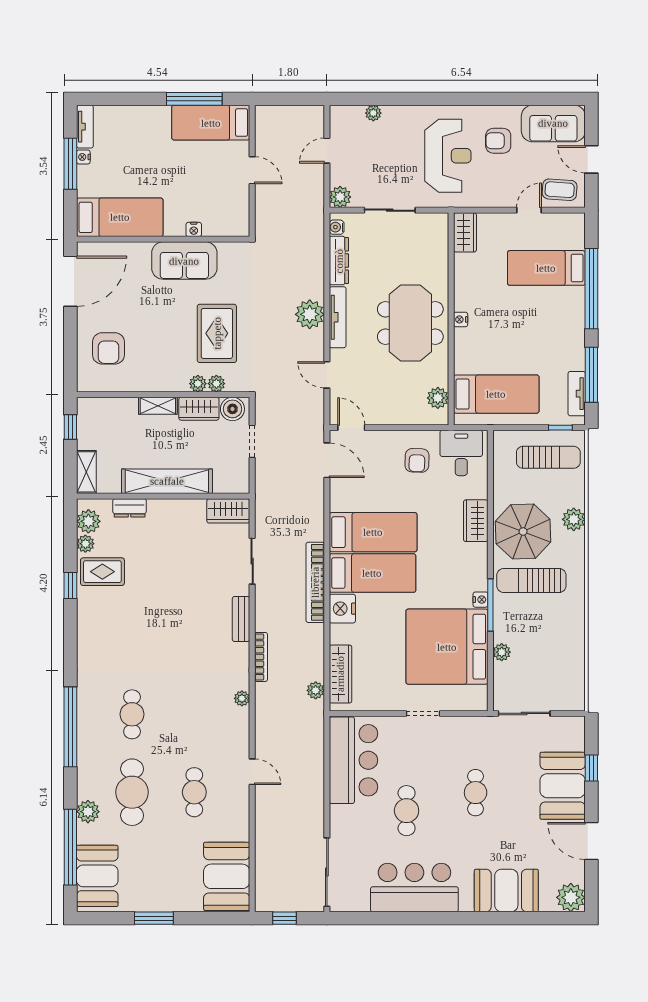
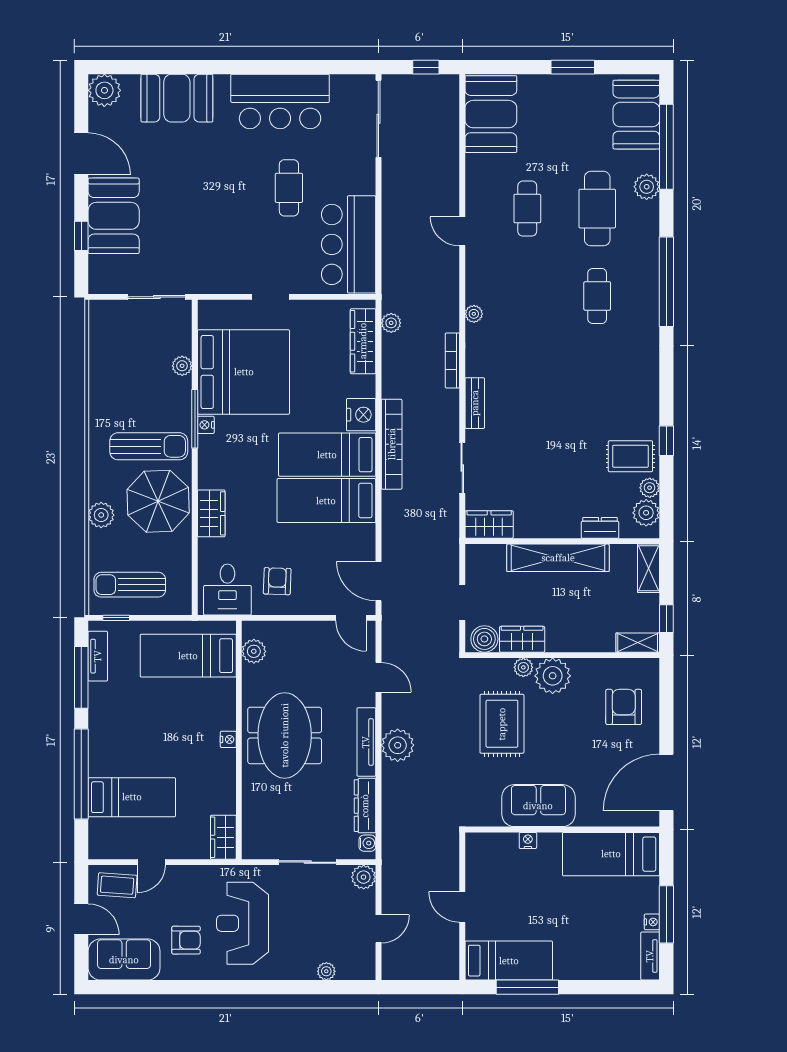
plant: (216, 384) -> (553, 676), moved, width x1.88, depth x1.88
shelving: (158, 406) -> (638, 643), moved
cafe table: (476, 793) -> (211, 208), removed

